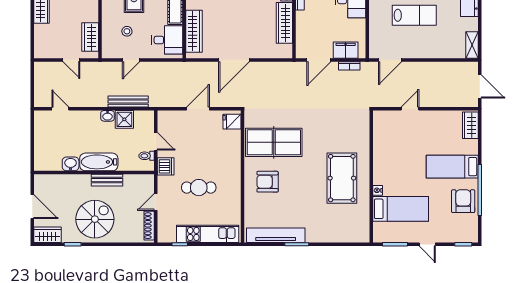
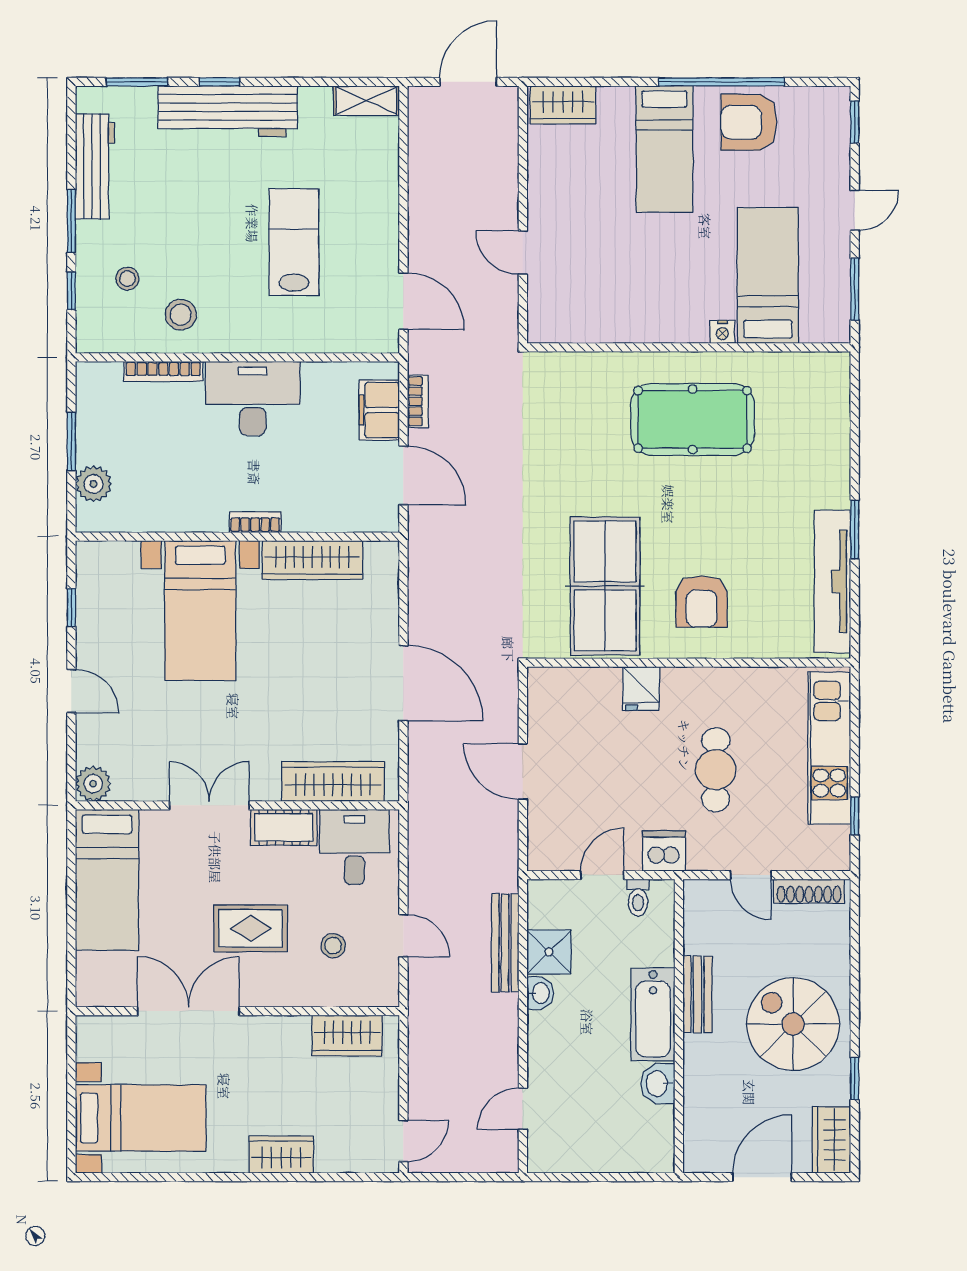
door: (71, 60) -> (403, 1141), moved
fridge: (232, 122) -> (641, 688), moved

